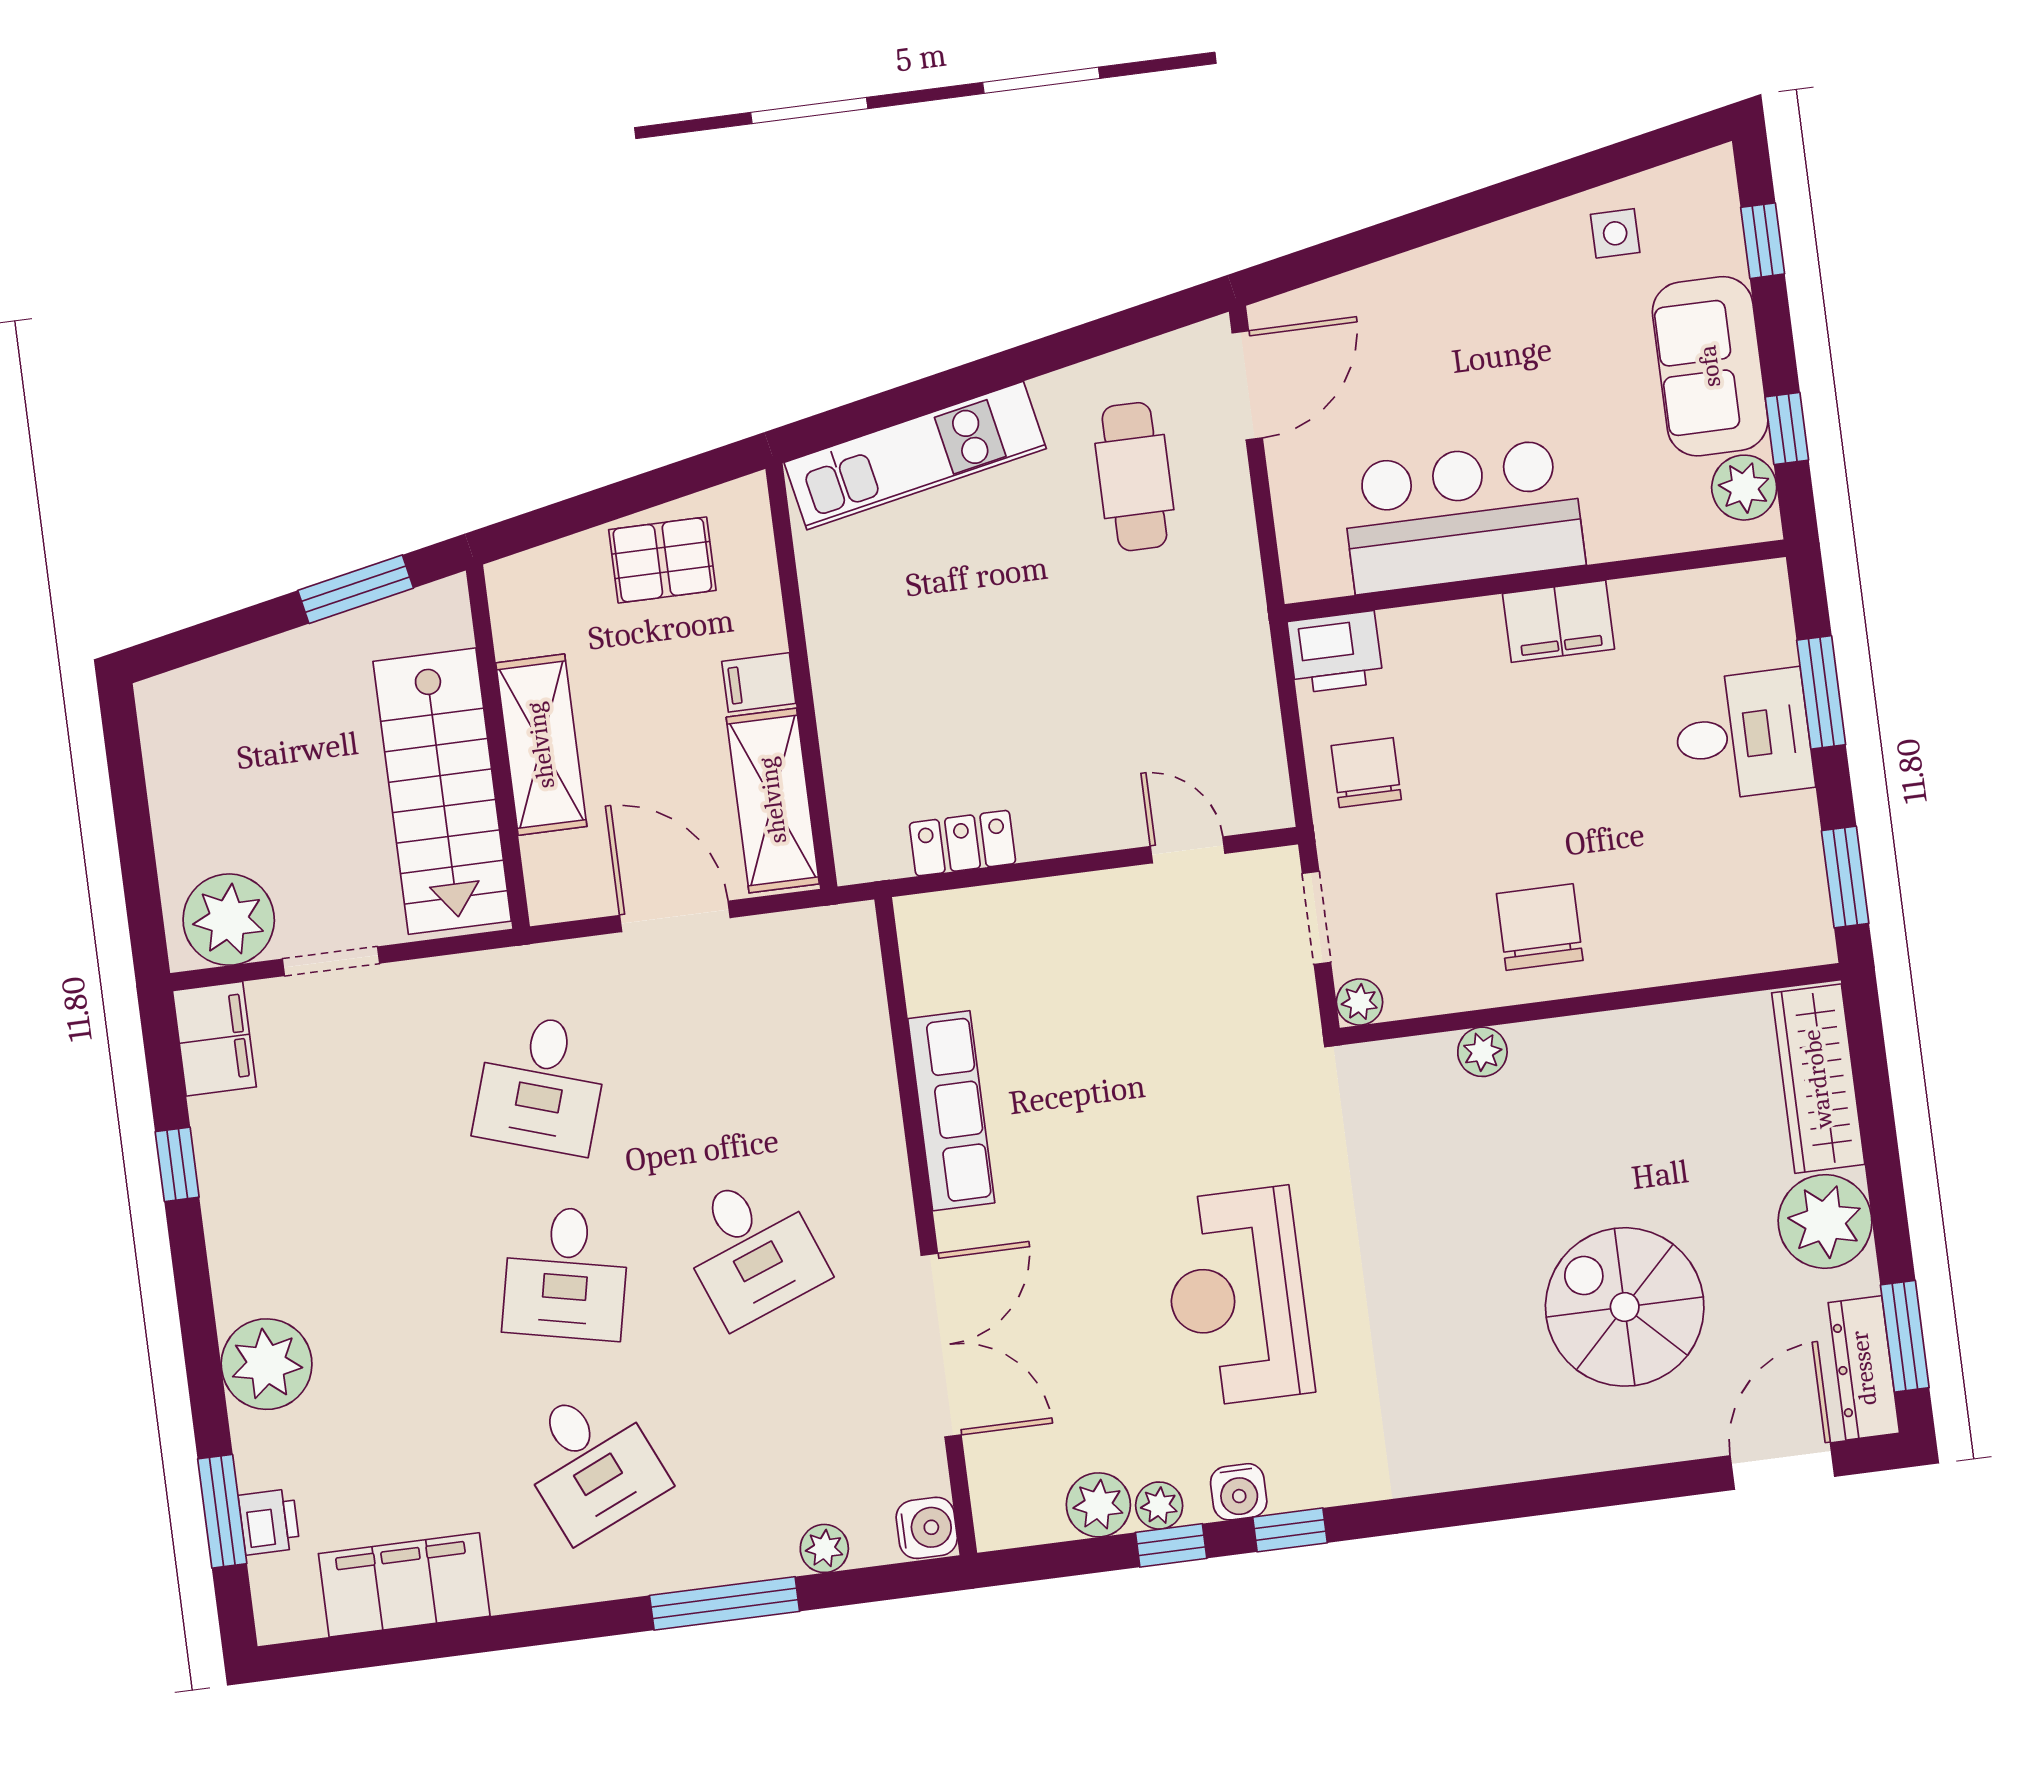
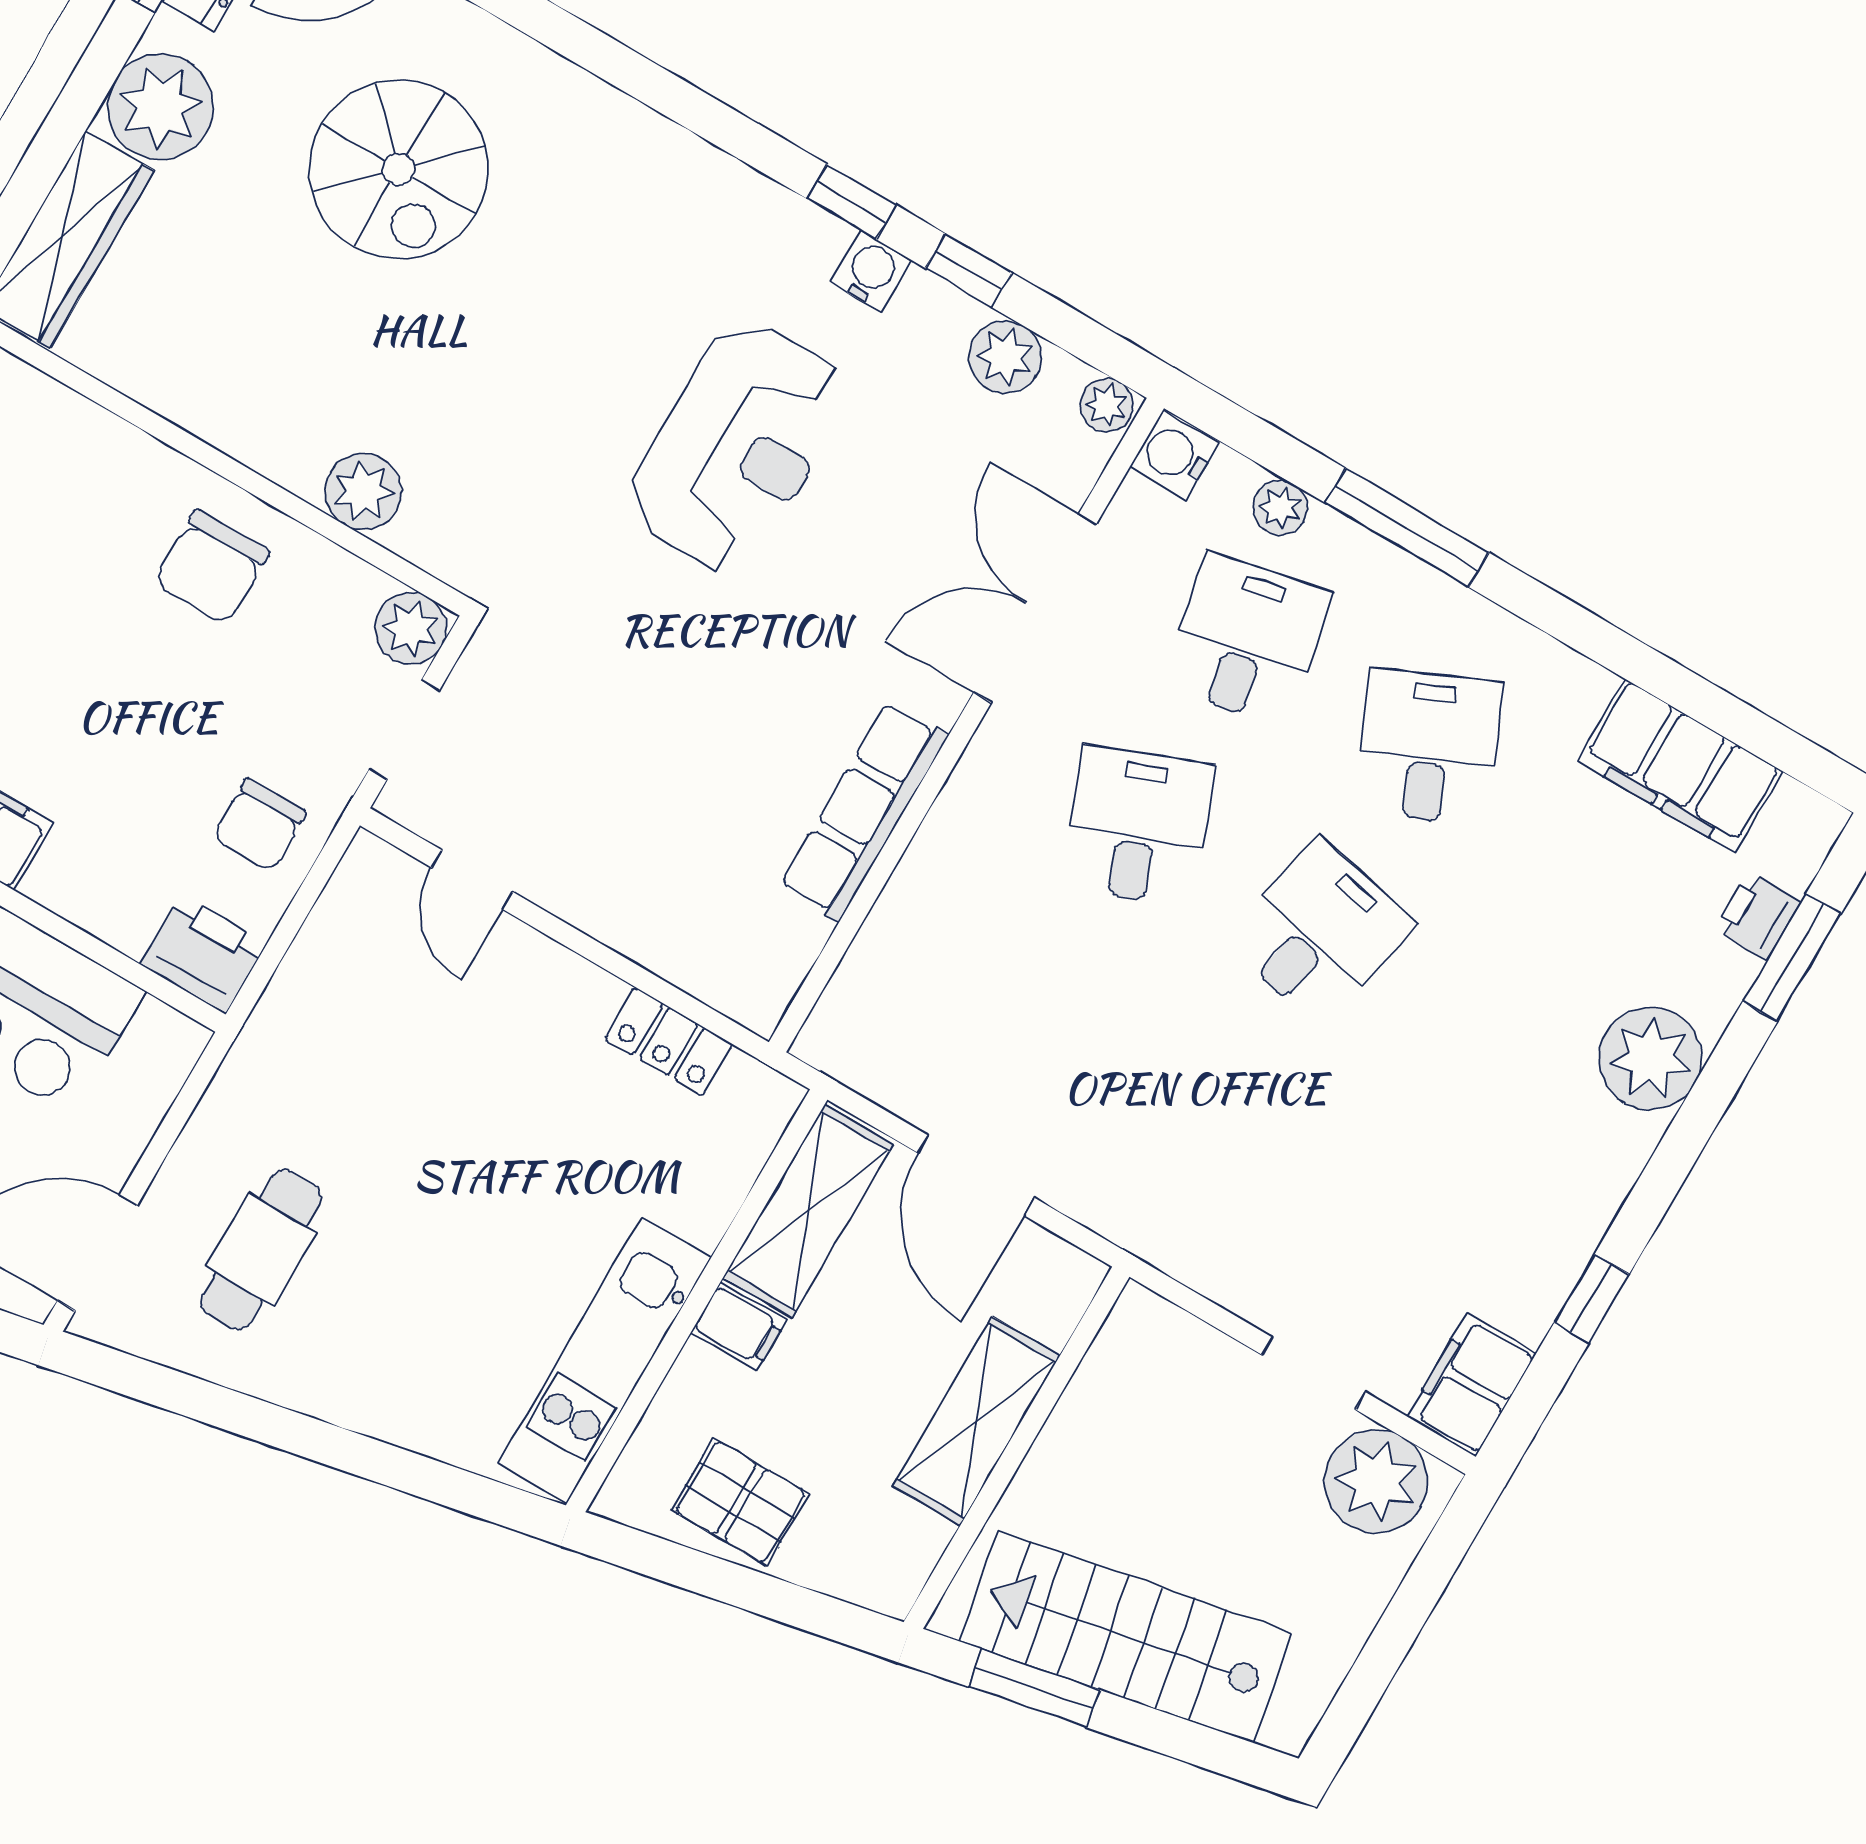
kitchen unit: (915, 456) -> (604, 1360), moved, turned -79
stairs: (442, 791) -> (1126, 1637), moved, turned -101
plant: (1360, 1002) -> (411, 628), width x1.38, depth x1.38
plant: (1482, 1052) -> (363, 492), width x1.38, depth x1.38
desk: (541, 1084) -> (1247, 640), moved, turned -30
plant: (1159, 1506) -> (1107, 405), moved

